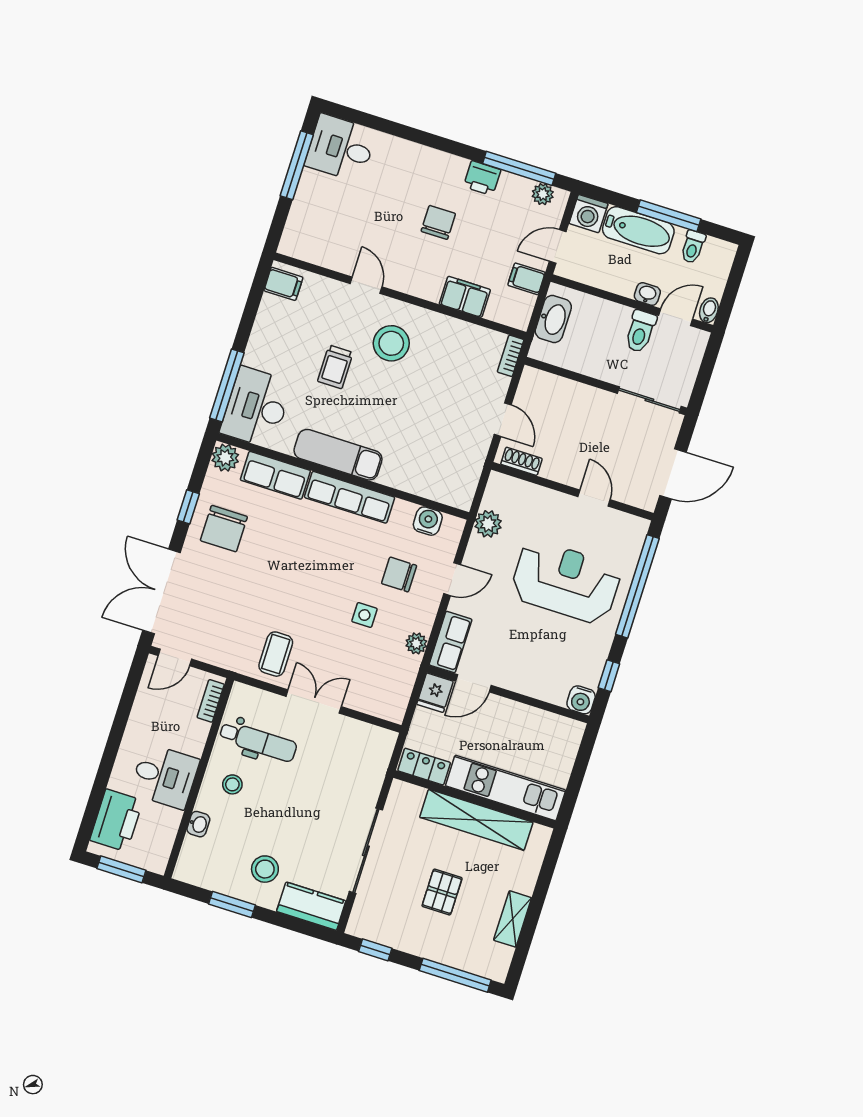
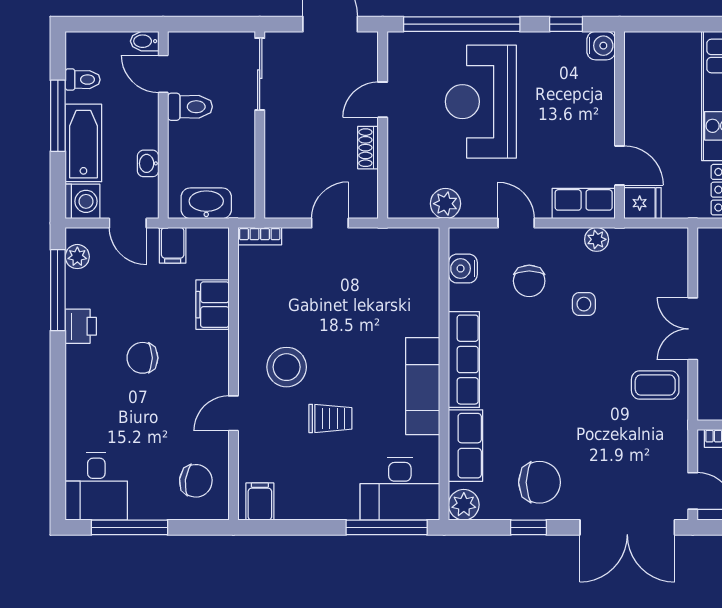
chair: (319, 235) -> (196, 481), added
washbasin: (647, 294) -> (148, 163), moved
shoe rack: (521, 461) -> (368, 148), moved

